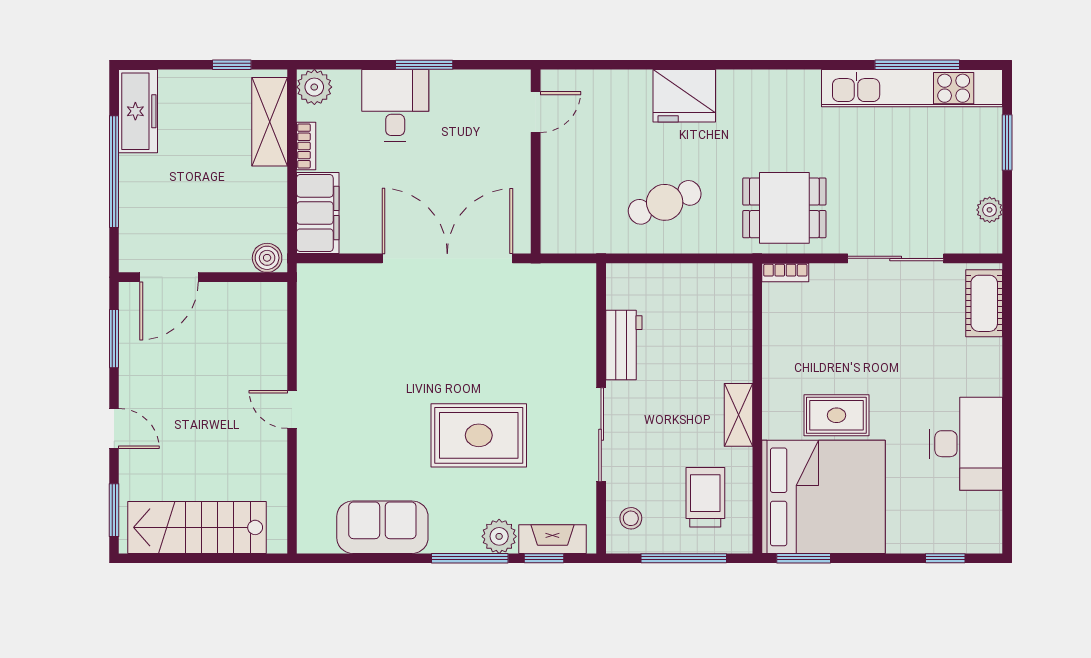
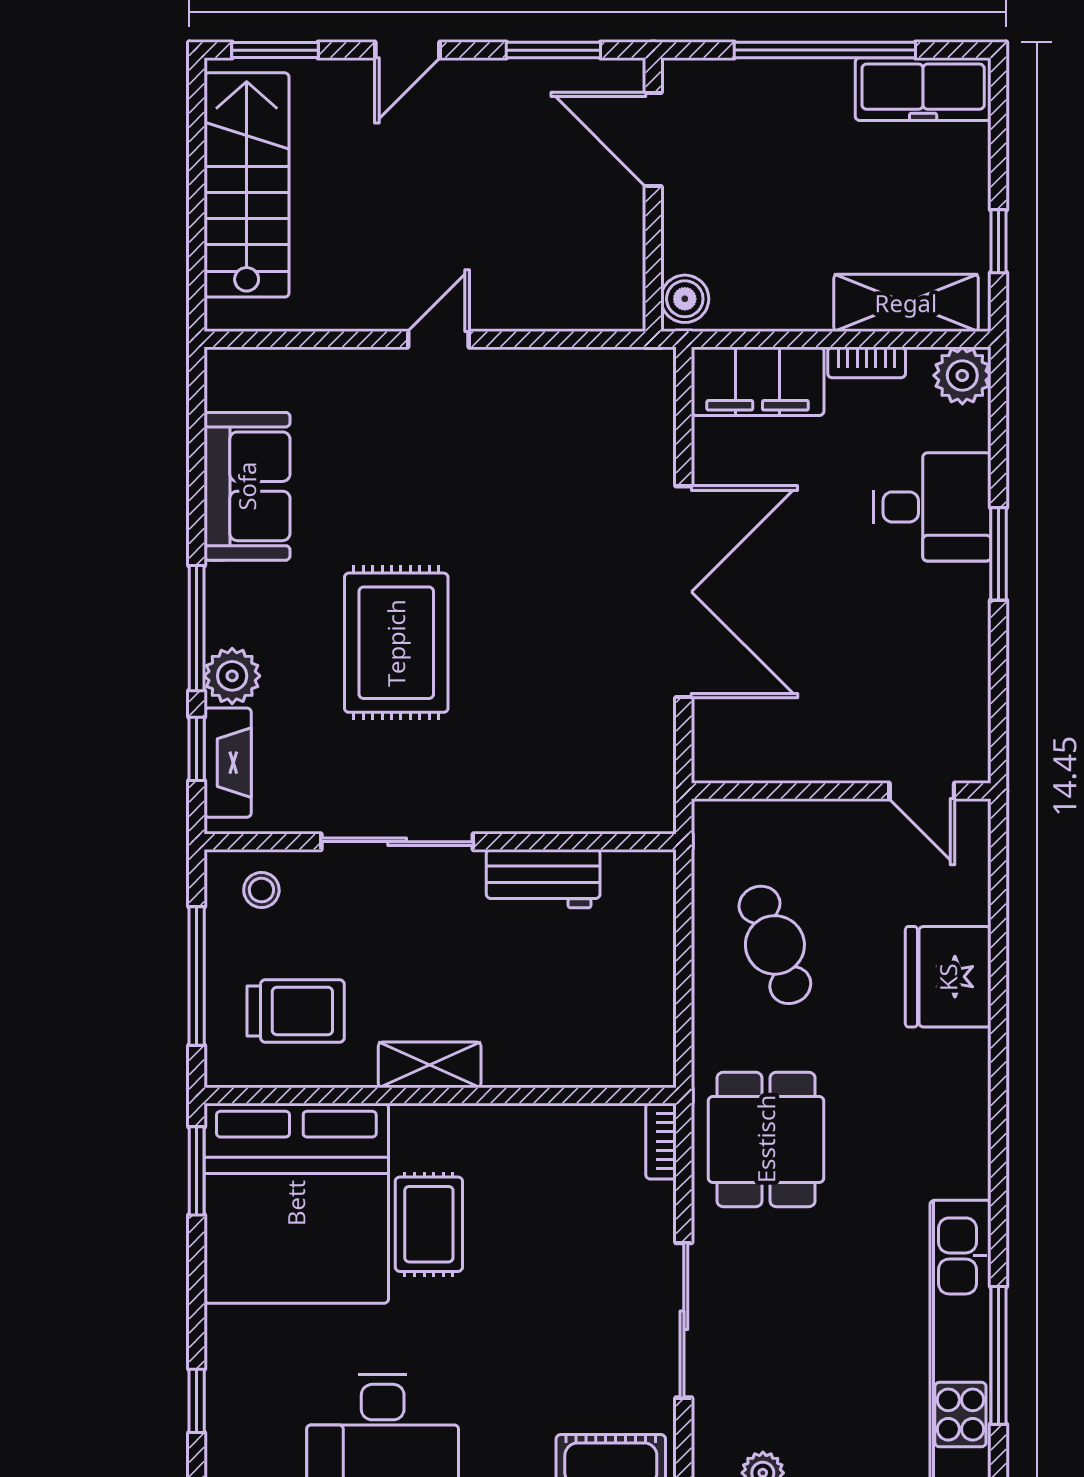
door: (536, 112) -> (922, 791), moved
wall: (536, 162) -> (841, 791), moved

